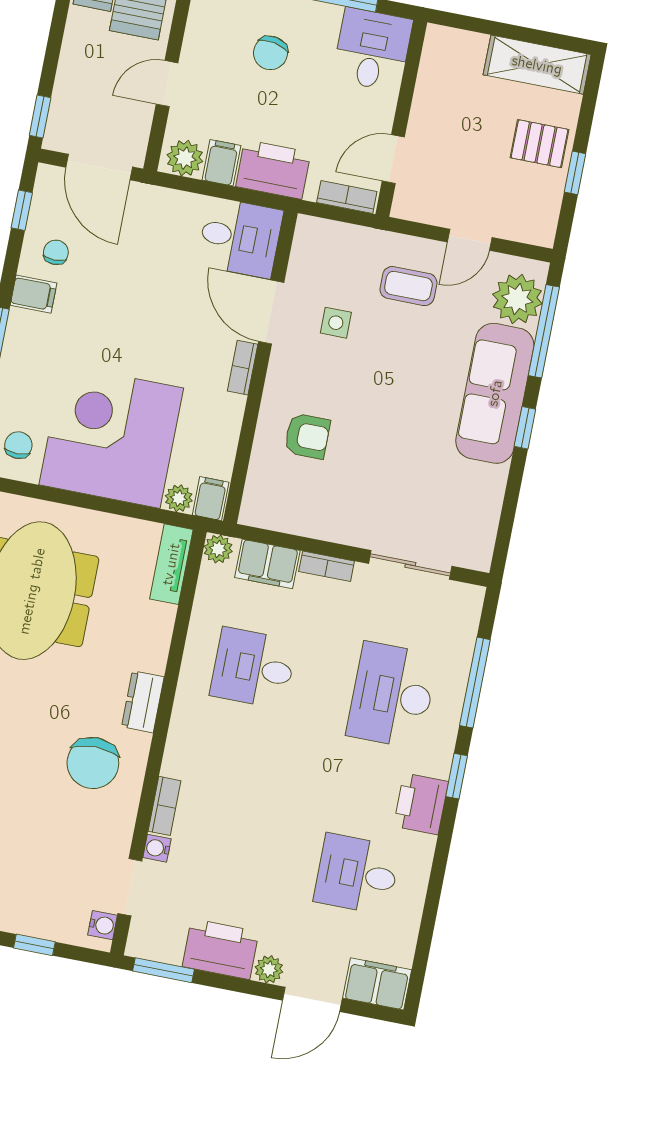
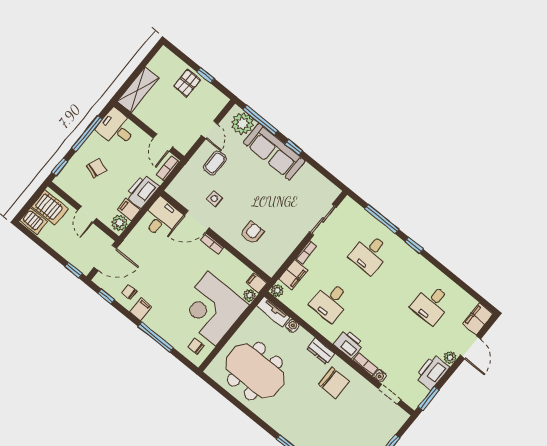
chair: (270, 53) -> (97, 168), turned -82
shelving: (537, 65) -> (138, 90), moved
desk: (392, 695) -> (370, 254), width x0.73
printer: (421, 804) -> (349, 344), moved, turned 180
water cooler: (103, 925) -> (292, 326), moved

